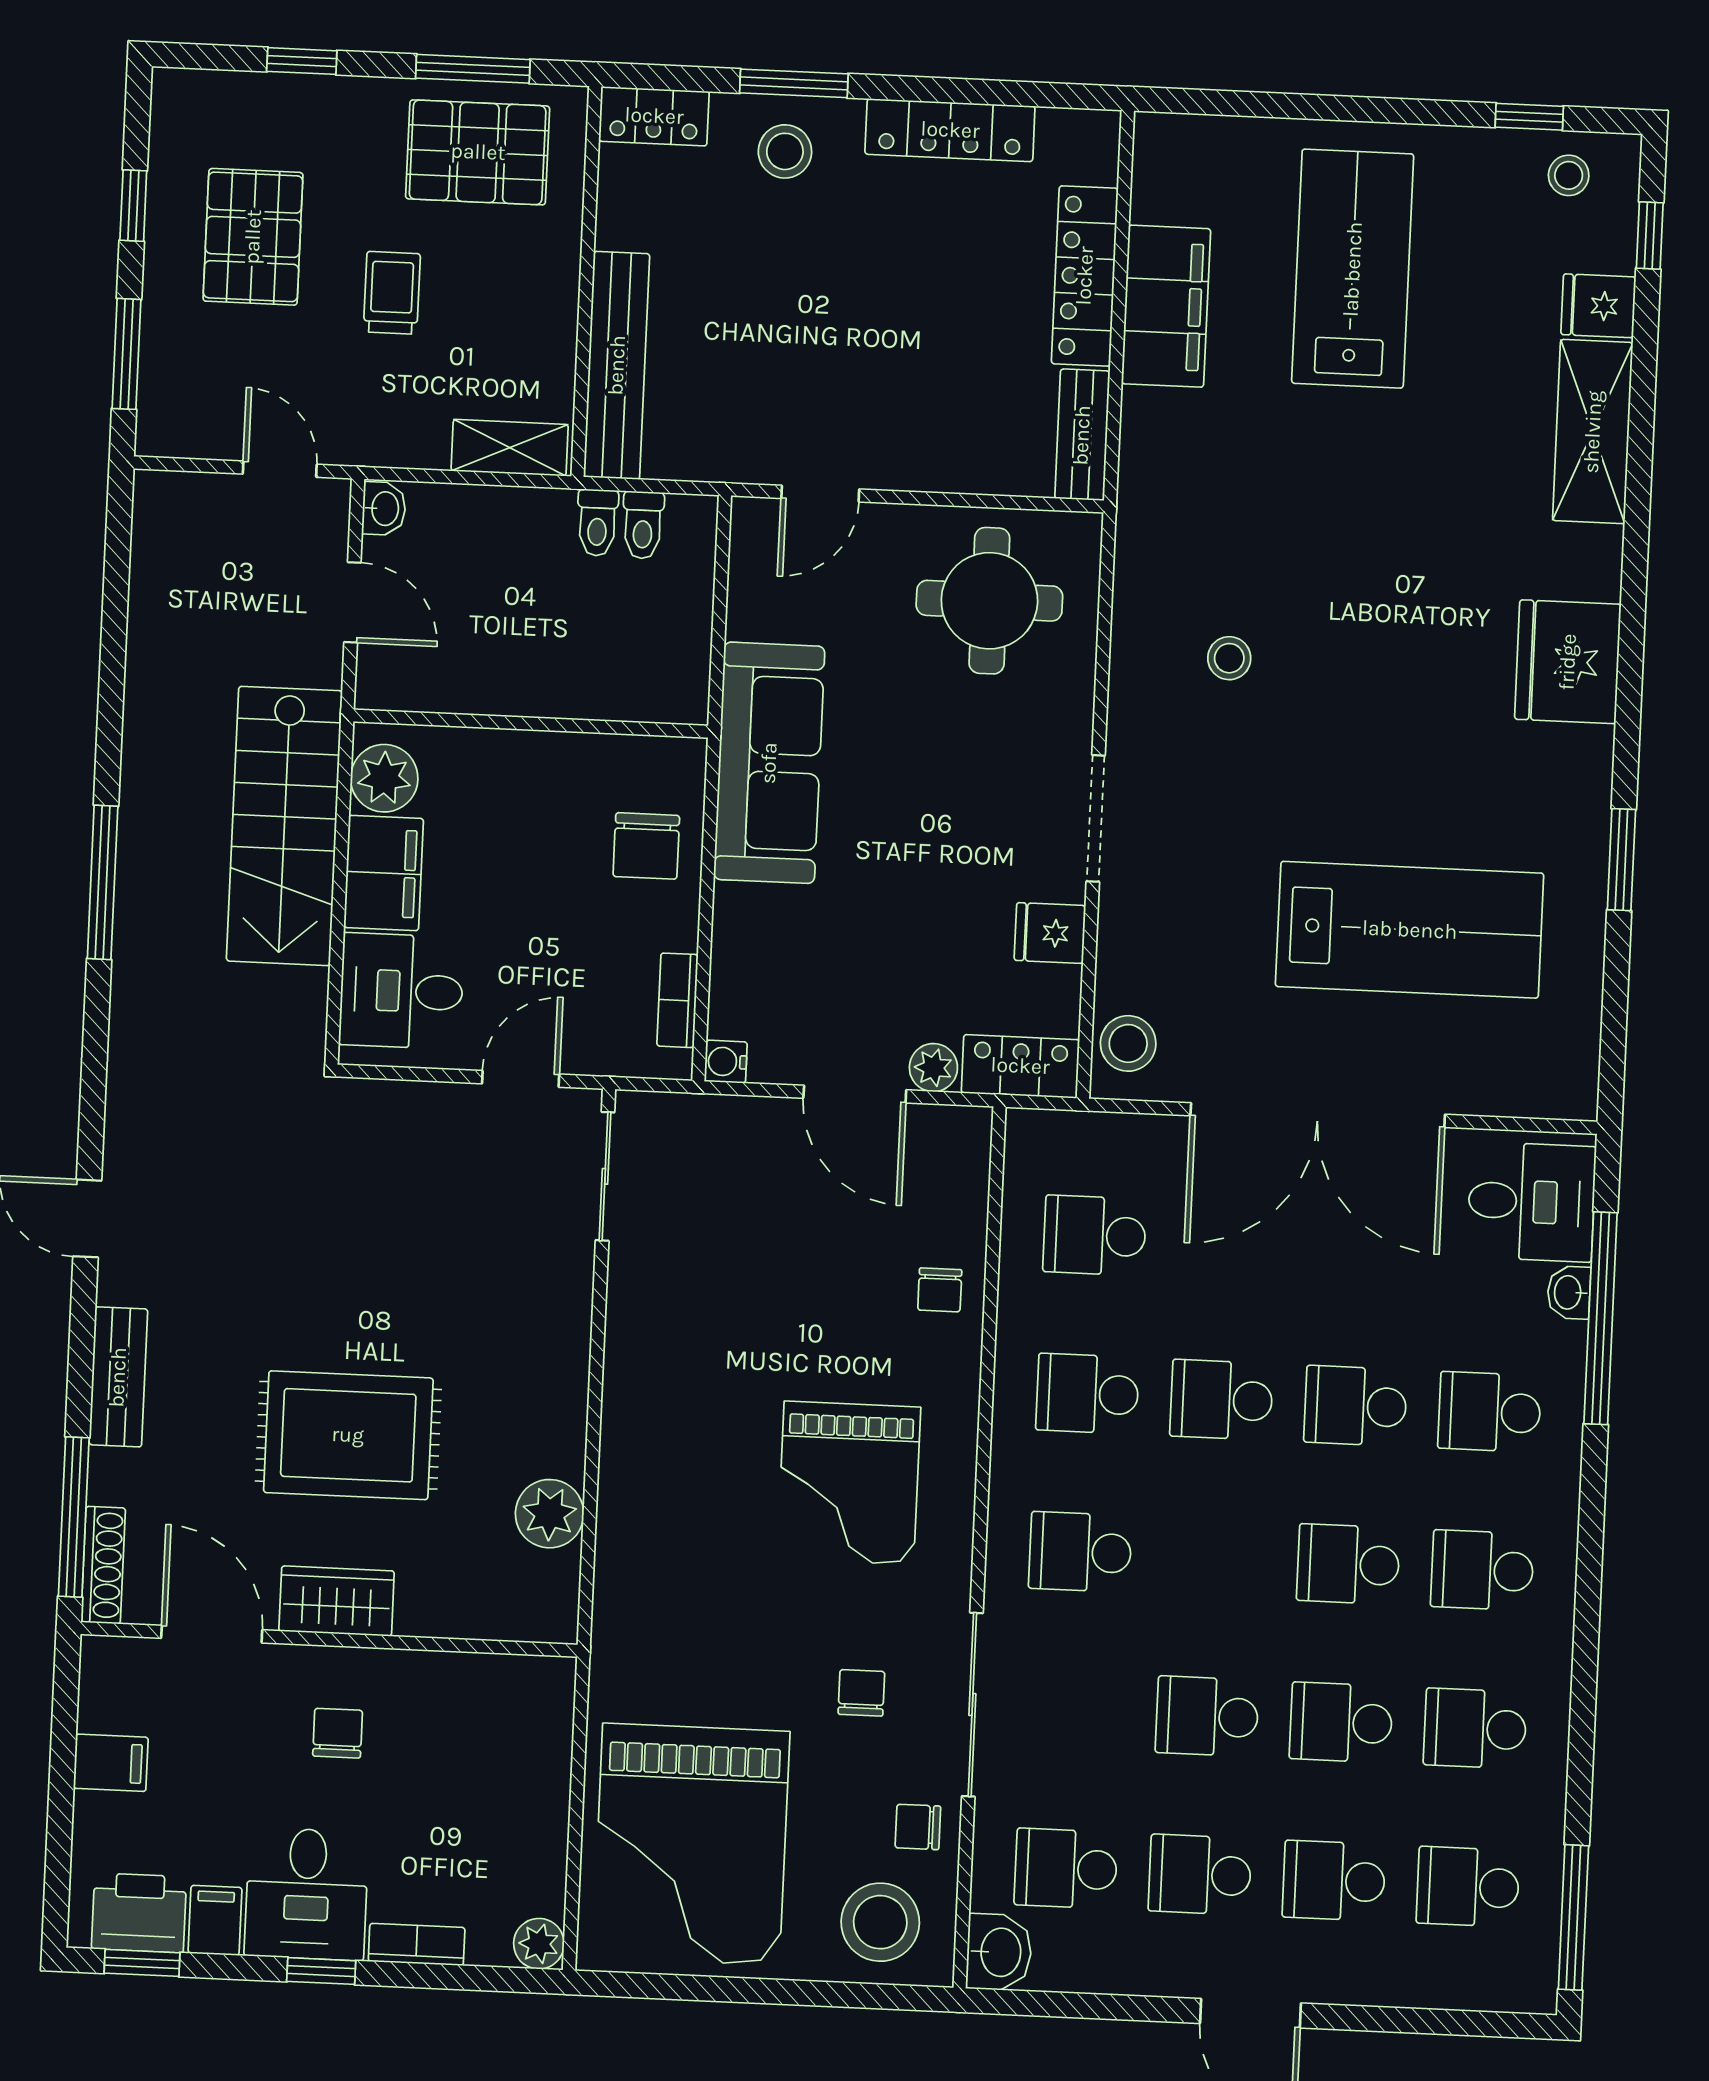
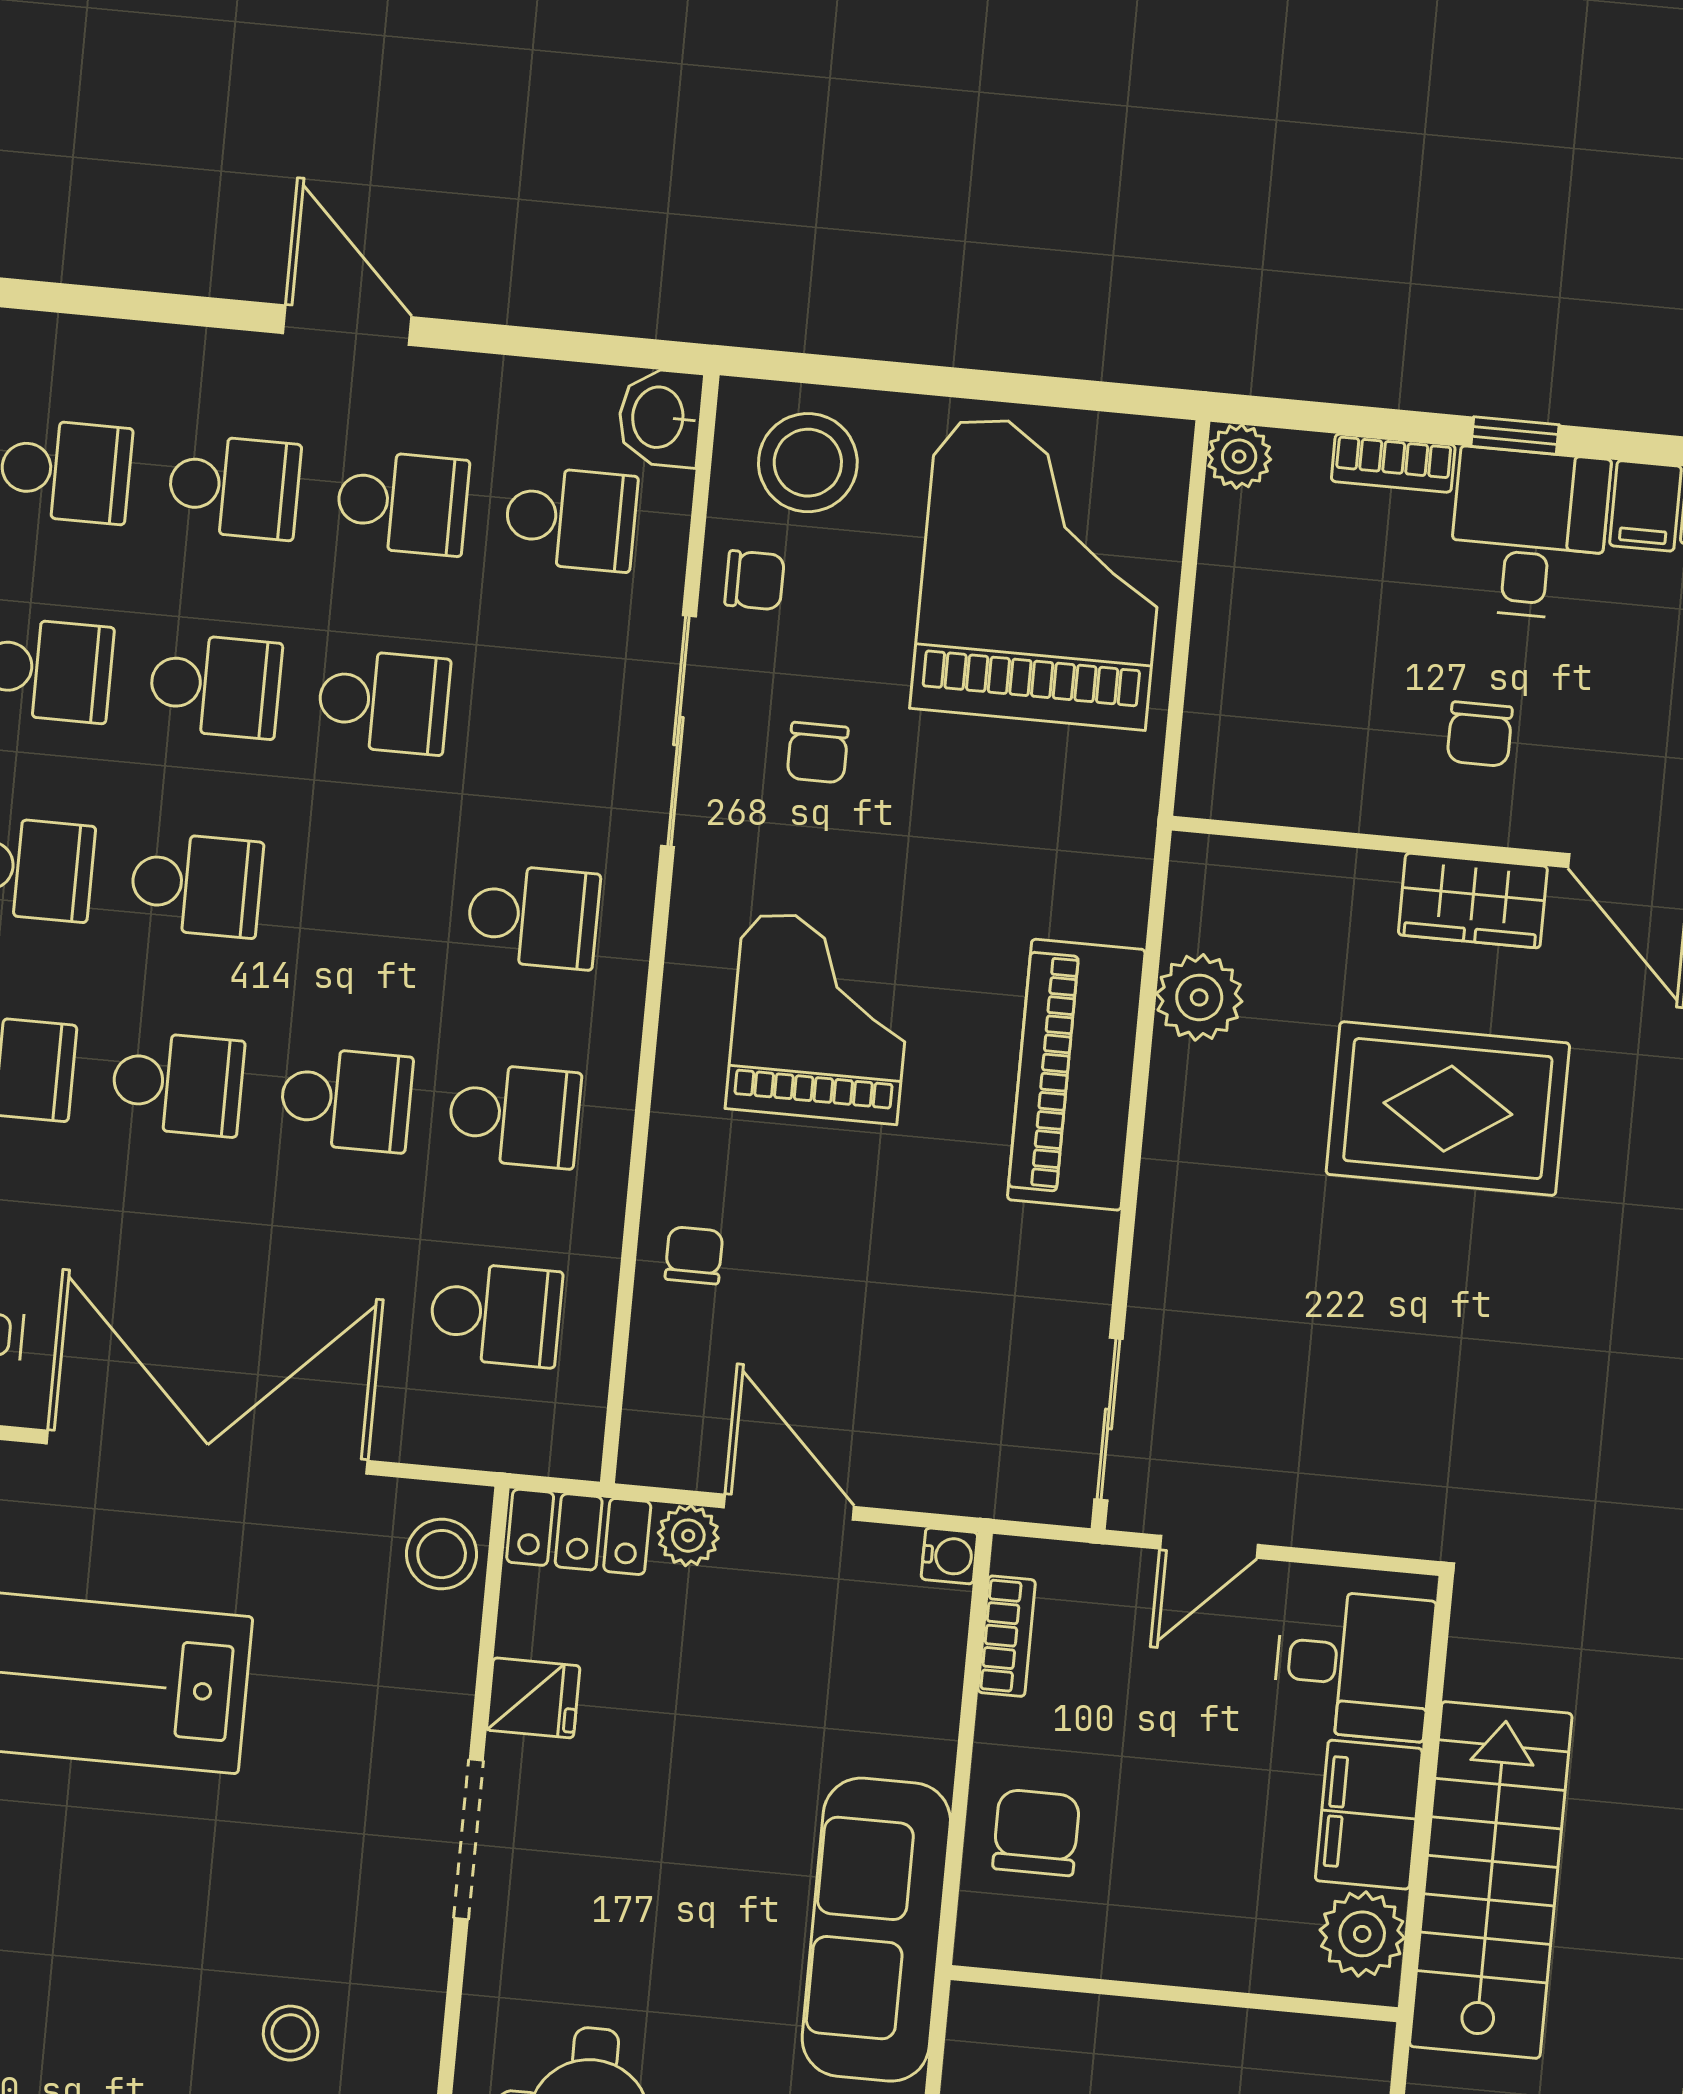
piano: (644, 1448) -> (1076, 1075), added

